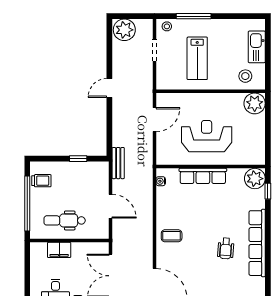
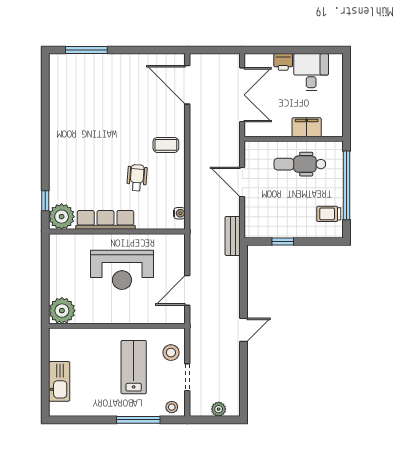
plant: (124, 30) -> (219, 409), width x0.53, depth x0.53
stool: (245, 76) -> (171, 353), moved
row of seats: (203, 176) -> (106, 220), moved
dental chair: (65, 220) -> (300, 164), turned 180
row of seats: (257, 243) -> (59, 136), removed
wheelchair: (226, 248) -> (137, 178), moved

